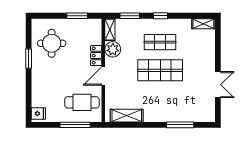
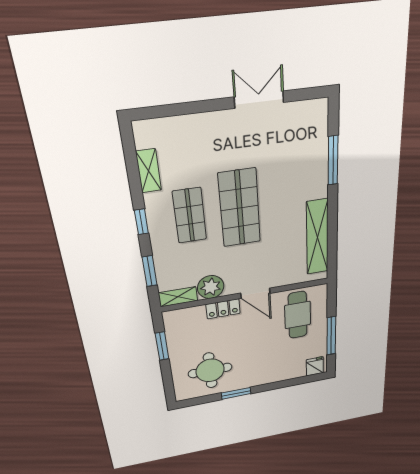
shelving: (203, 24) -> (149, 171), moved
shelving: (127, 116) -> (317, 237), width x1.47
window: (75, 125) -> (331, 336), moved

